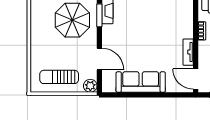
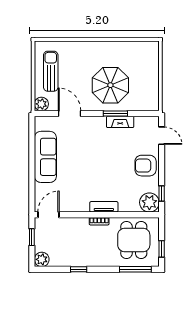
tv unit: (188, 52) -> (104, 207), moved
door: (99, 59) -> (70, 114), swing flipped

